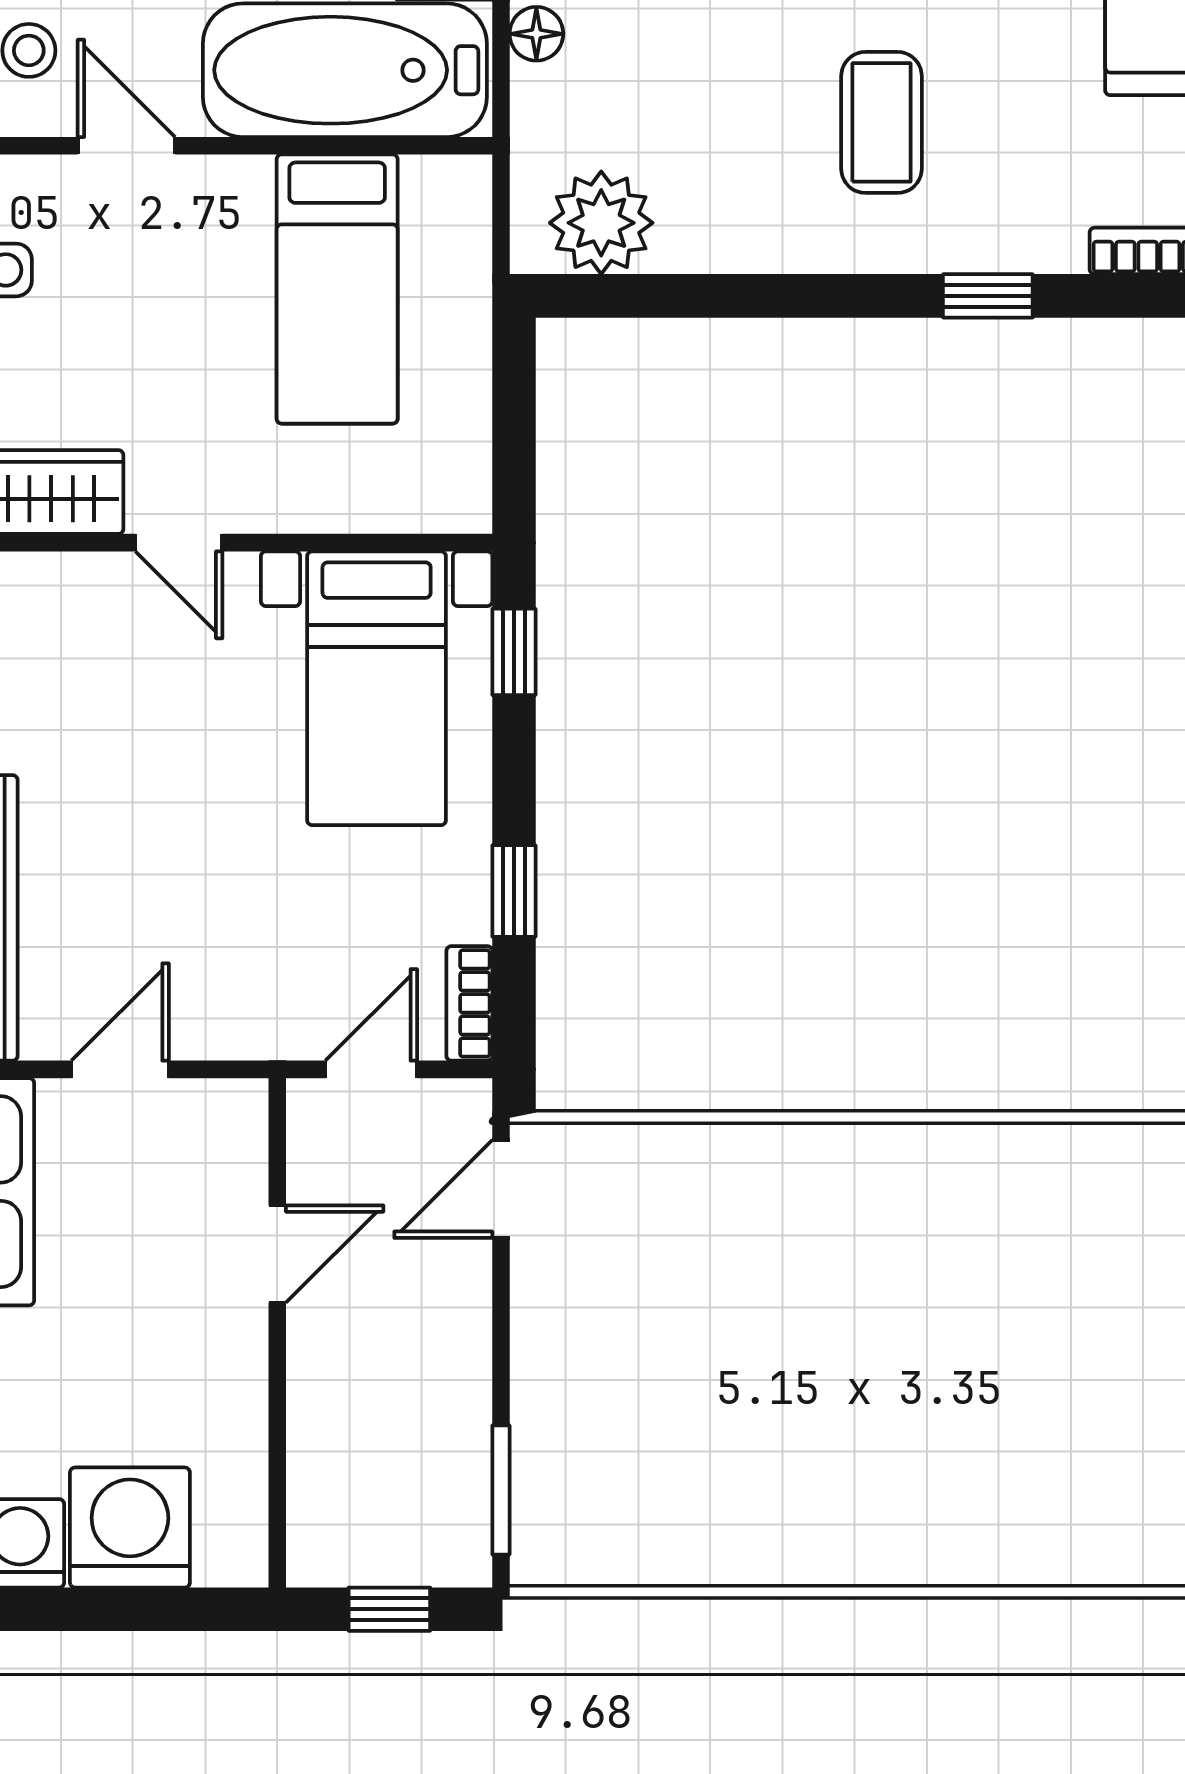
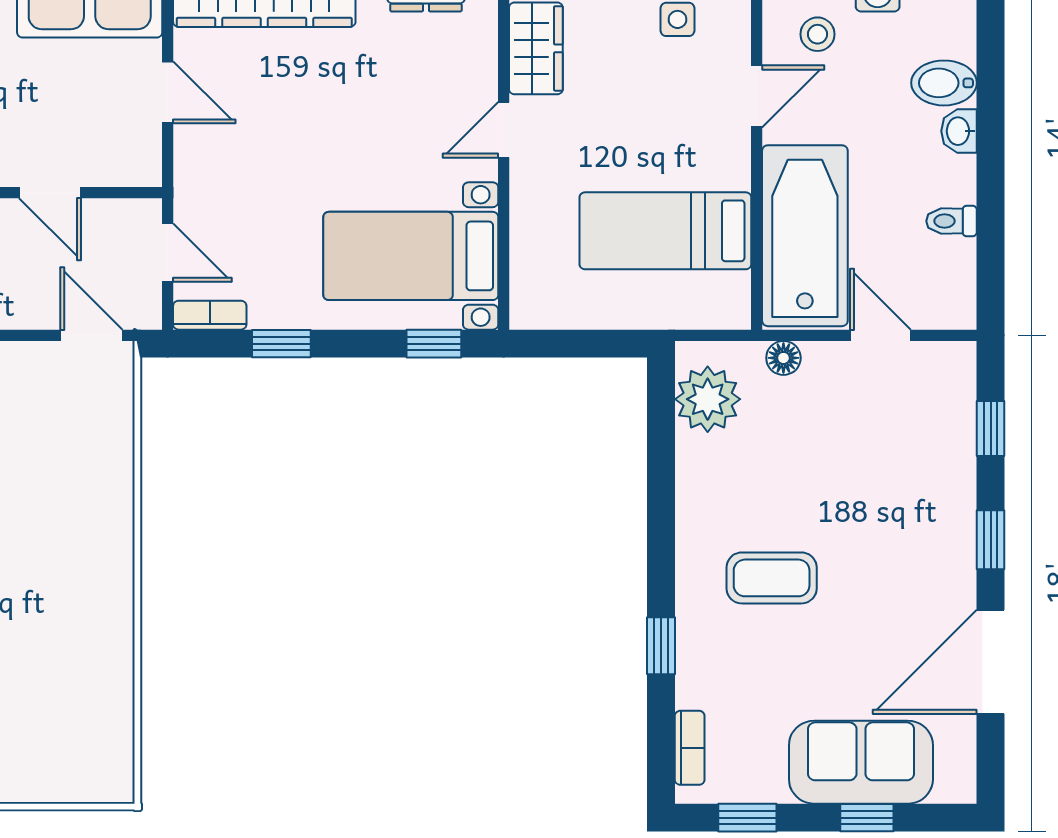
floor lamp: (536, 34) -> (783, 358), moved

